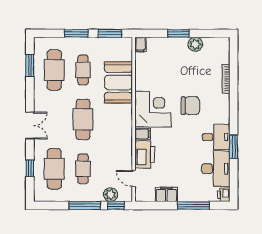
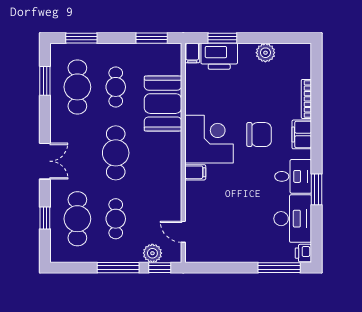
window: (76, 33) -> (81, 38), moved
window: (178, 33) -> (222, 38), moved
printer: (145, 154) -> (219, 56), moved, turned 90
filing cabinet: (166, 194) -> (302, 134), moved, turned -90
window: (193, 205) -> (279, 268), moved

